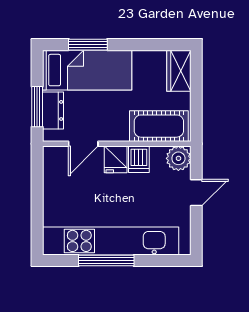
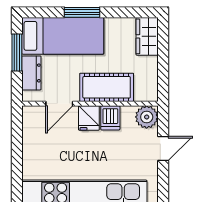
window: (88, 45) -> (82, 12), moved
window: (37, 107) -> (17, 53), moved
cot: (159, 126) -> (107, 87), moved

